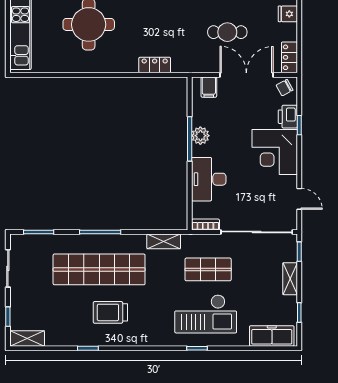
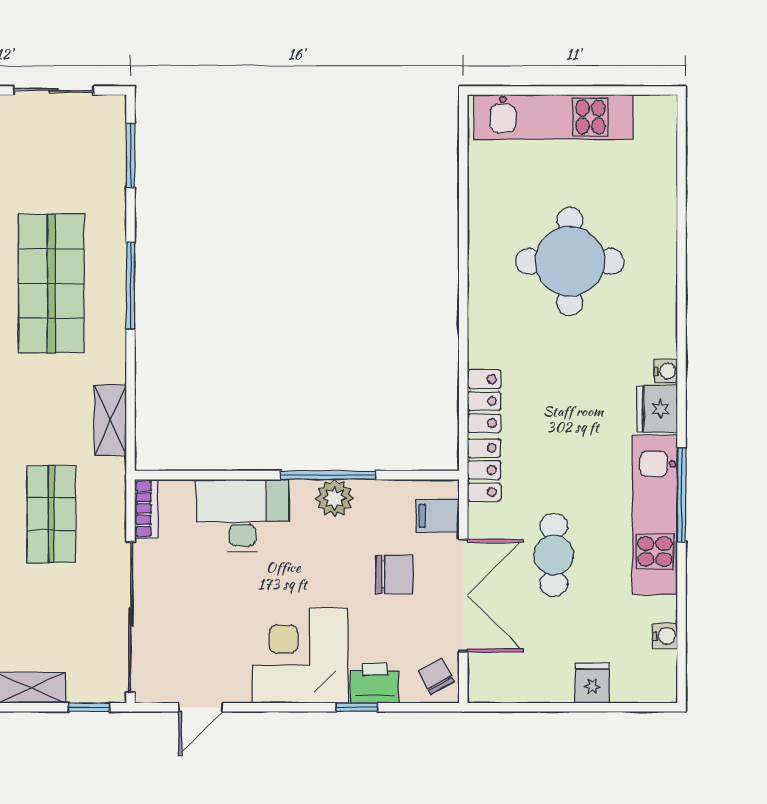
locker: (289, 57) -> (484, 470), moved, turned 90
chair: (237, 107) -> (395, 574), added
shop shelf: (99, 269) -> (51, 283), width x0.71

